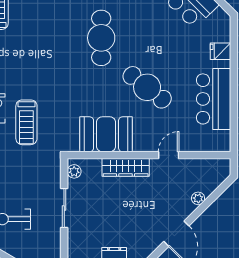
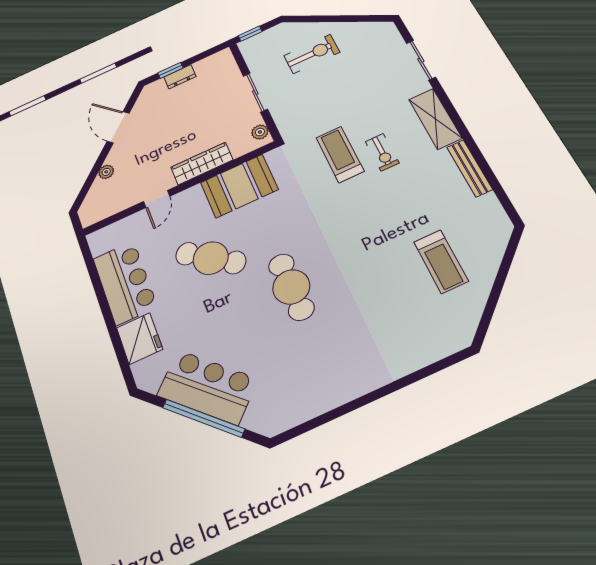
fridge: (221, 51) -> (140, 338), width x1.88, depth x1.34

